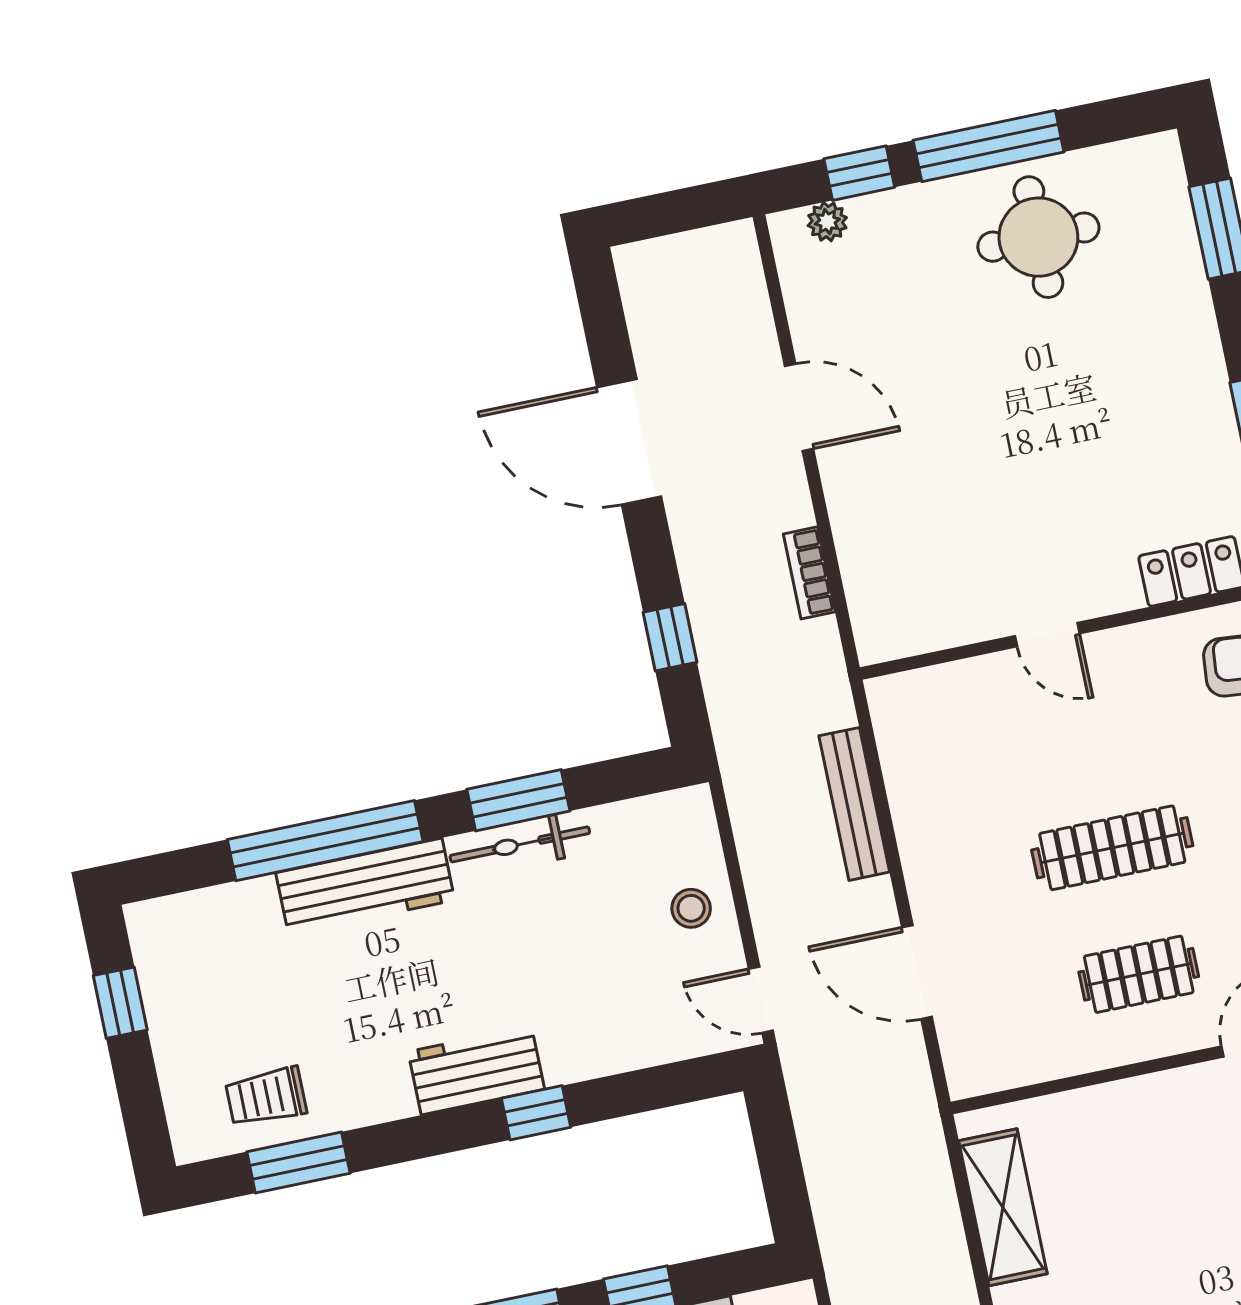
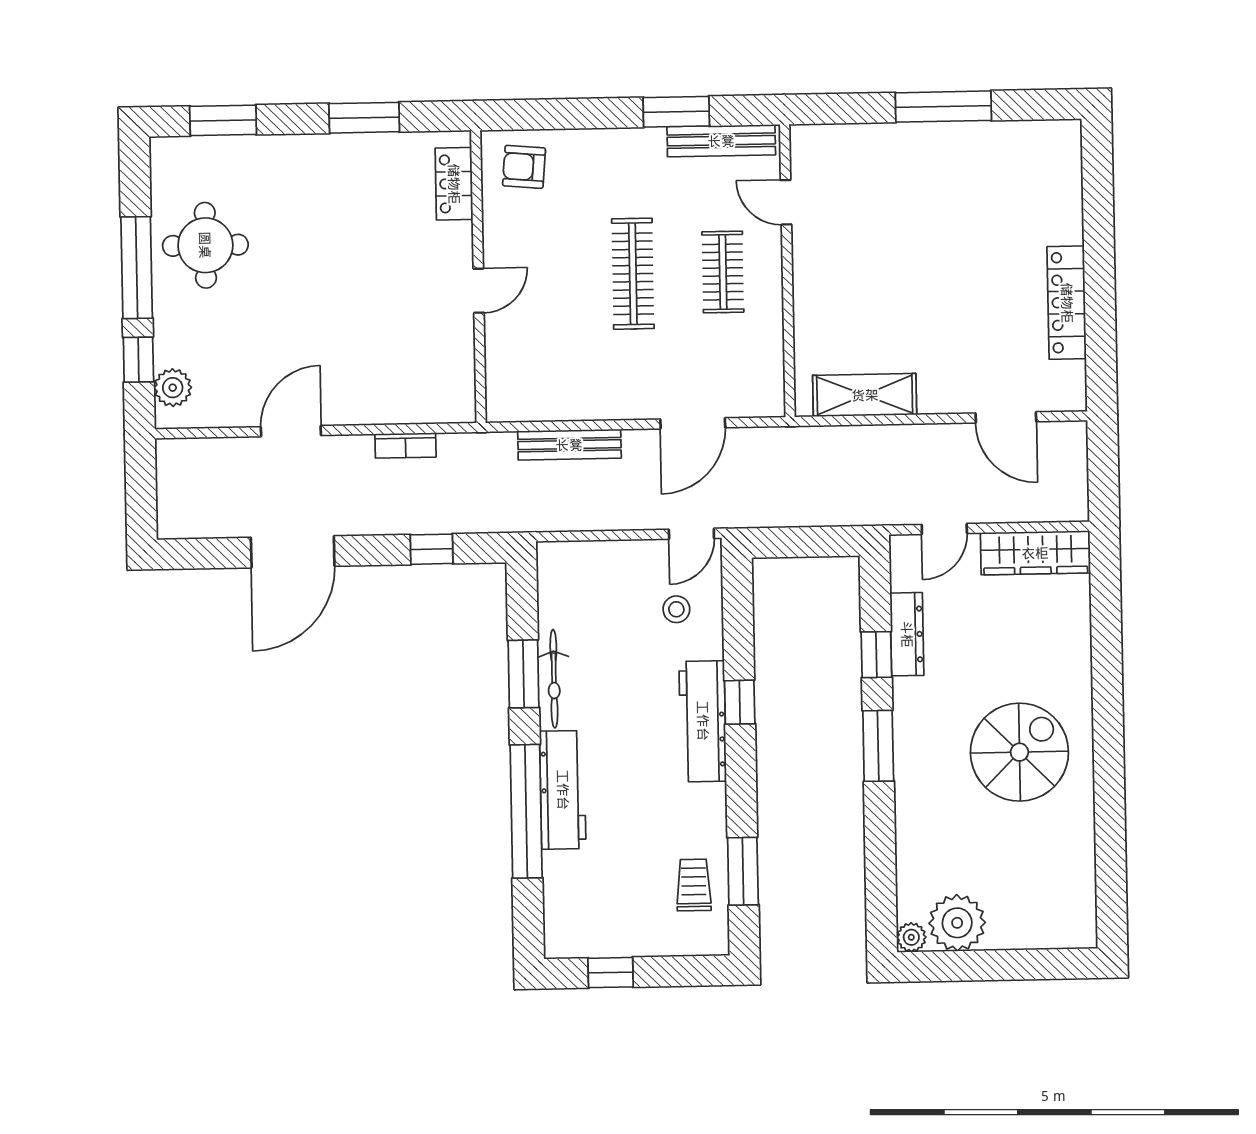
plant: (827, 222) -> (173, 388), width x1.38, depth x1.38
stool: (691, 908) -> (676, 609), moved
workbench: (476, 1070) -> (703, 721), width x1.38
trolley: (266, 1097) -> (694, 885), turned 180

